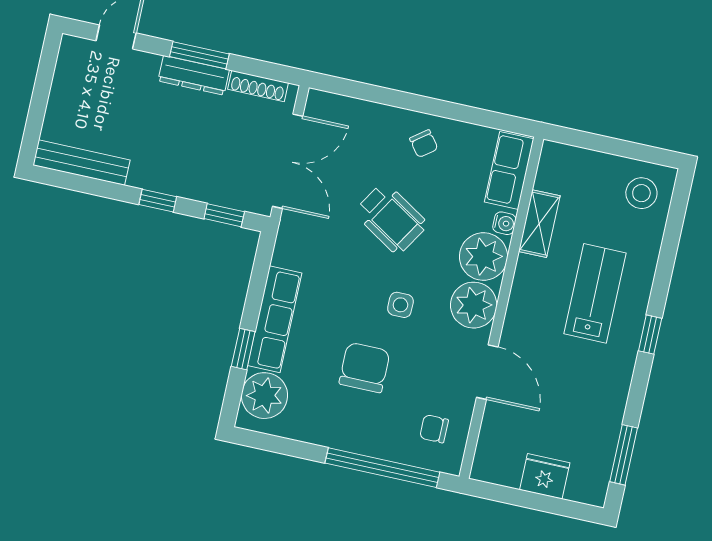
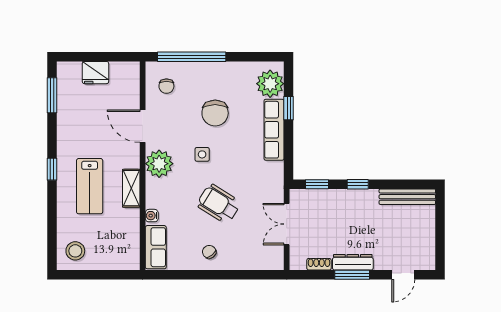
shoe rack: (258, 86) -> (319, 264), width x0.70
double door: (288, 161) -> (287, 224), width x0.73
shelving: (539, 224) -> (131, 188), moved
plant: (483, 257) -> (160, 193), removed
chair: (434, 429) -> (166, 86), turned 90

